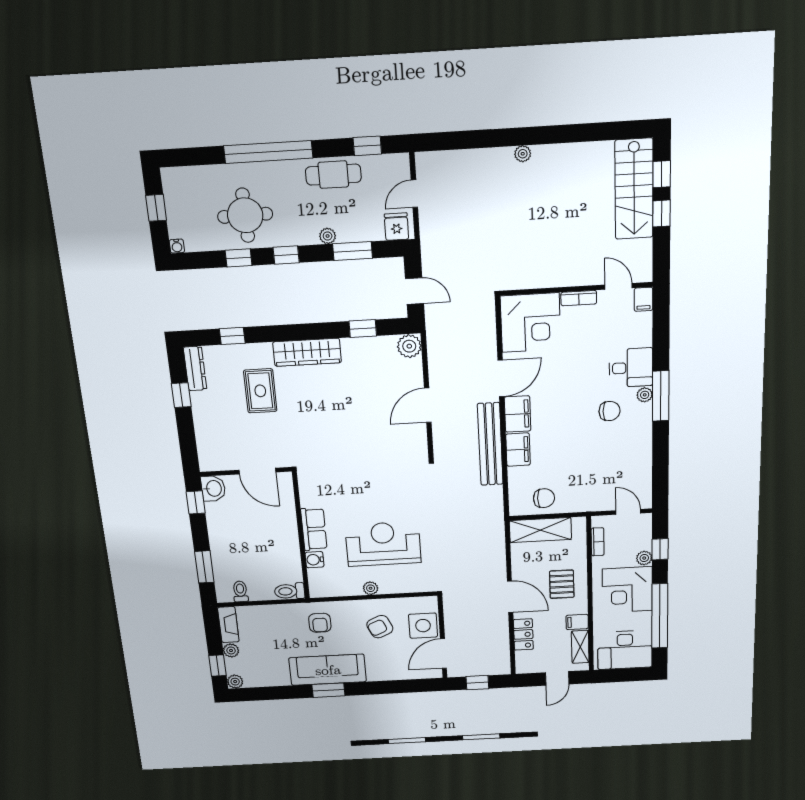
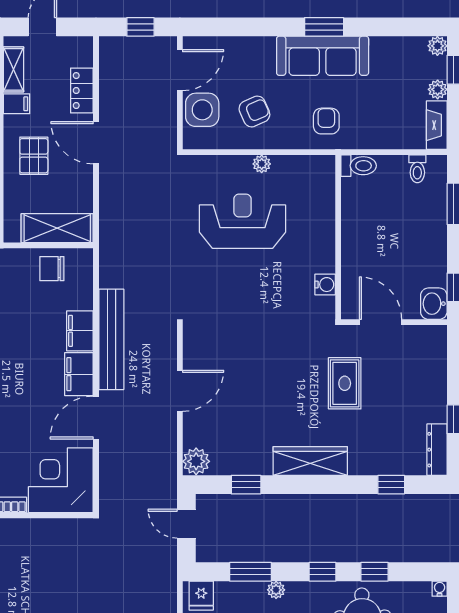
rug: (260, 391) -> (345, 383), moved
row of seats: (314, 529) -> (322, 245), removed
reception desk: (383, 544) -> (242, 221), turned 180
water cooler: (315, 560) -> (325, 285), moved

